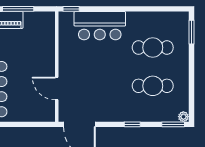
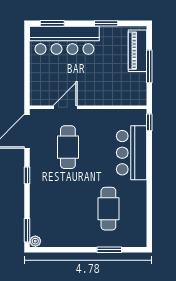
window: (192, 32) -> (109, 250), moved
cafe table: (153, 86) -> (68, 147), moved
window: (132, 124) -> (27, 175), moved

